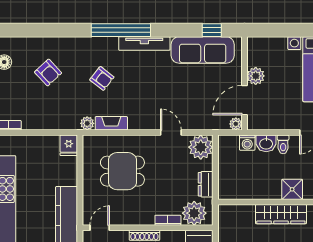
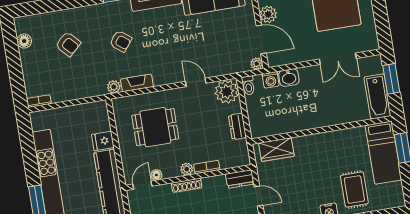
door: (244, 100) -> (261, 39), swing flipped
toilet: (283, 144) -> (248, 85), moved
fridge: (69, 145) -> (103, 141), moved, turned 90
shower: (292, 189) -> (321, 118), removed
plant: (194, 213) -> (187, 169), moved, width x0.53, depth x0.53
wardrobe: (281, 214) -> (276, 150), moved, width x0.67
floor lamp: (116, 220) -> (156, 175), added

